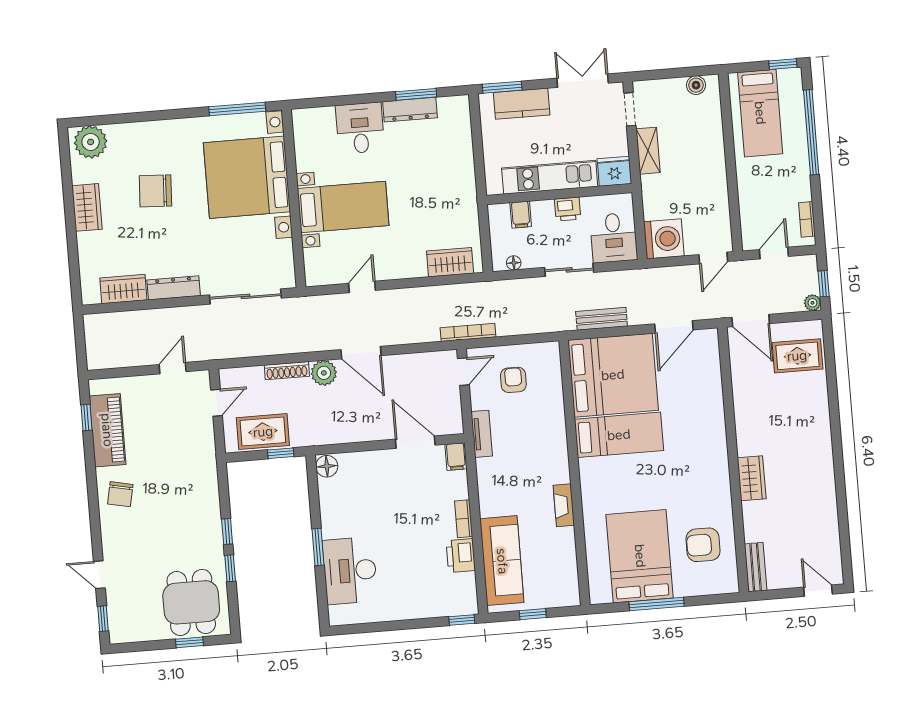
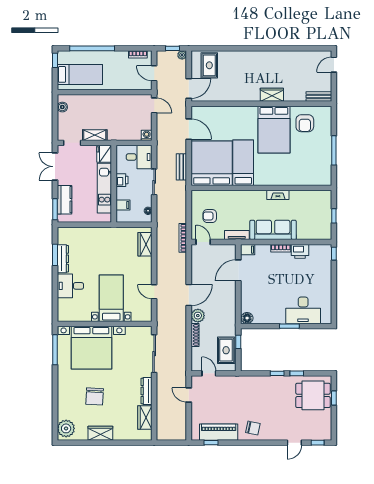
washing machine: (664, 239) -> (147, 135), width x0.53, depth x0.53
bed: (640, 556) -> (274, 130), moved, turned -90
sofa: (502, 561) -> (273, 230), moved

